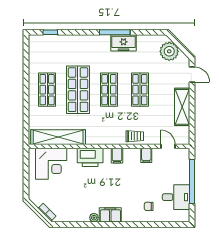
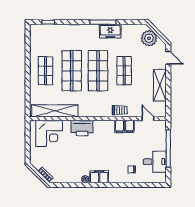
shop shelf: (109, 90) -> (98, 71), width x1.43, depth x1.36
filing cabinet: (117, 156) -> (119, 127), moved

